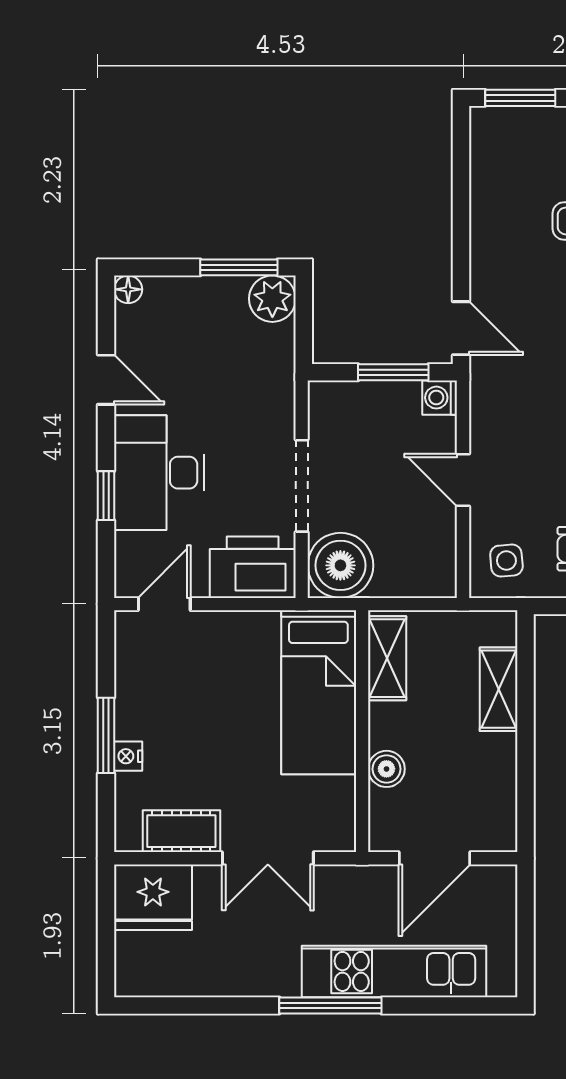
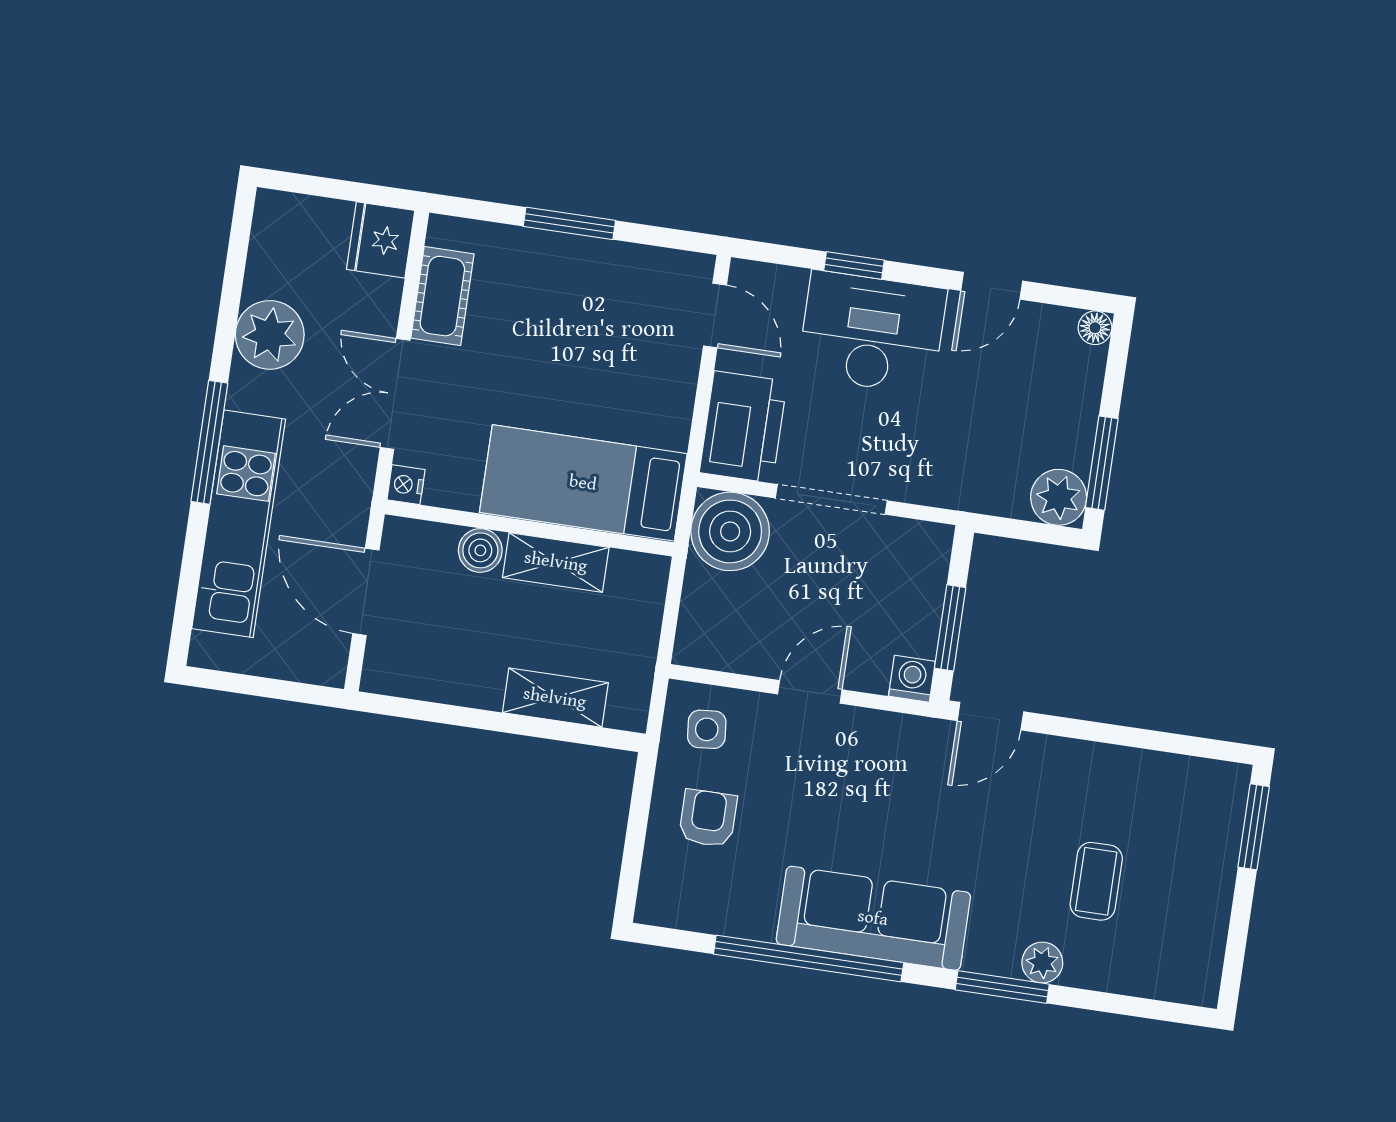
shelving: (387, 658) -> (556, 562), moved
nightstand: (128, 756) -> (406, 485), moved, turned -90
fridge: (153, 897) -> (381, 240), width x0.73, depth x0.75
plant: (234, 969) -> (270, 335), added

